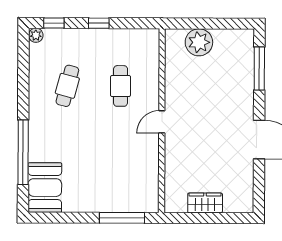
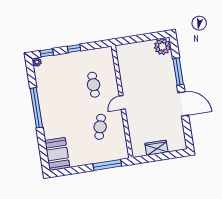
plant: (199, 42) -> (162, 46), moved
window: (259, 69) -> (178, 71), moved
cafe table: (67, 86) -> (100, 127), moved
window: (23, 152) -> (36, 108), moved

